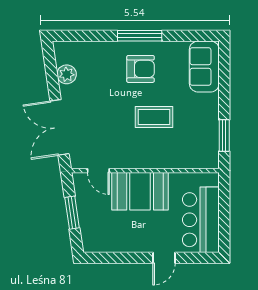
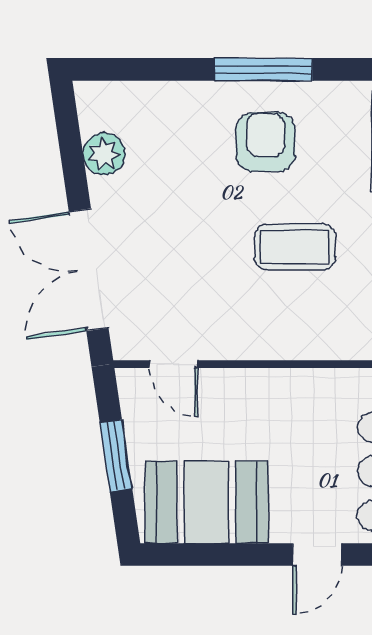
armchair: (141, 69) -> (266, 142), turned -90
booth: (140, 191) -> (207, 502), moved

